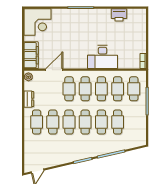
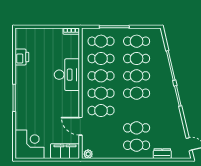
dresser: (29, 99) -> (162, 154), moved
cafe table: (69, 122) -> (137, 41), moved

